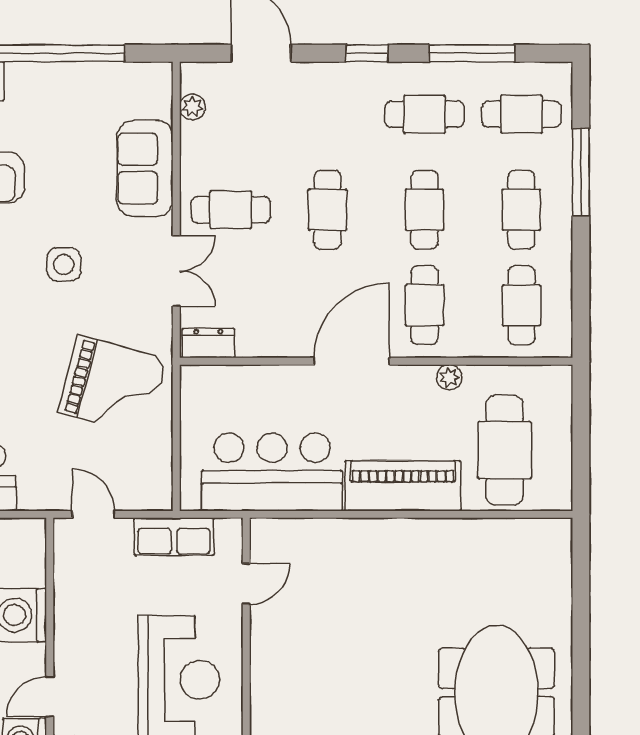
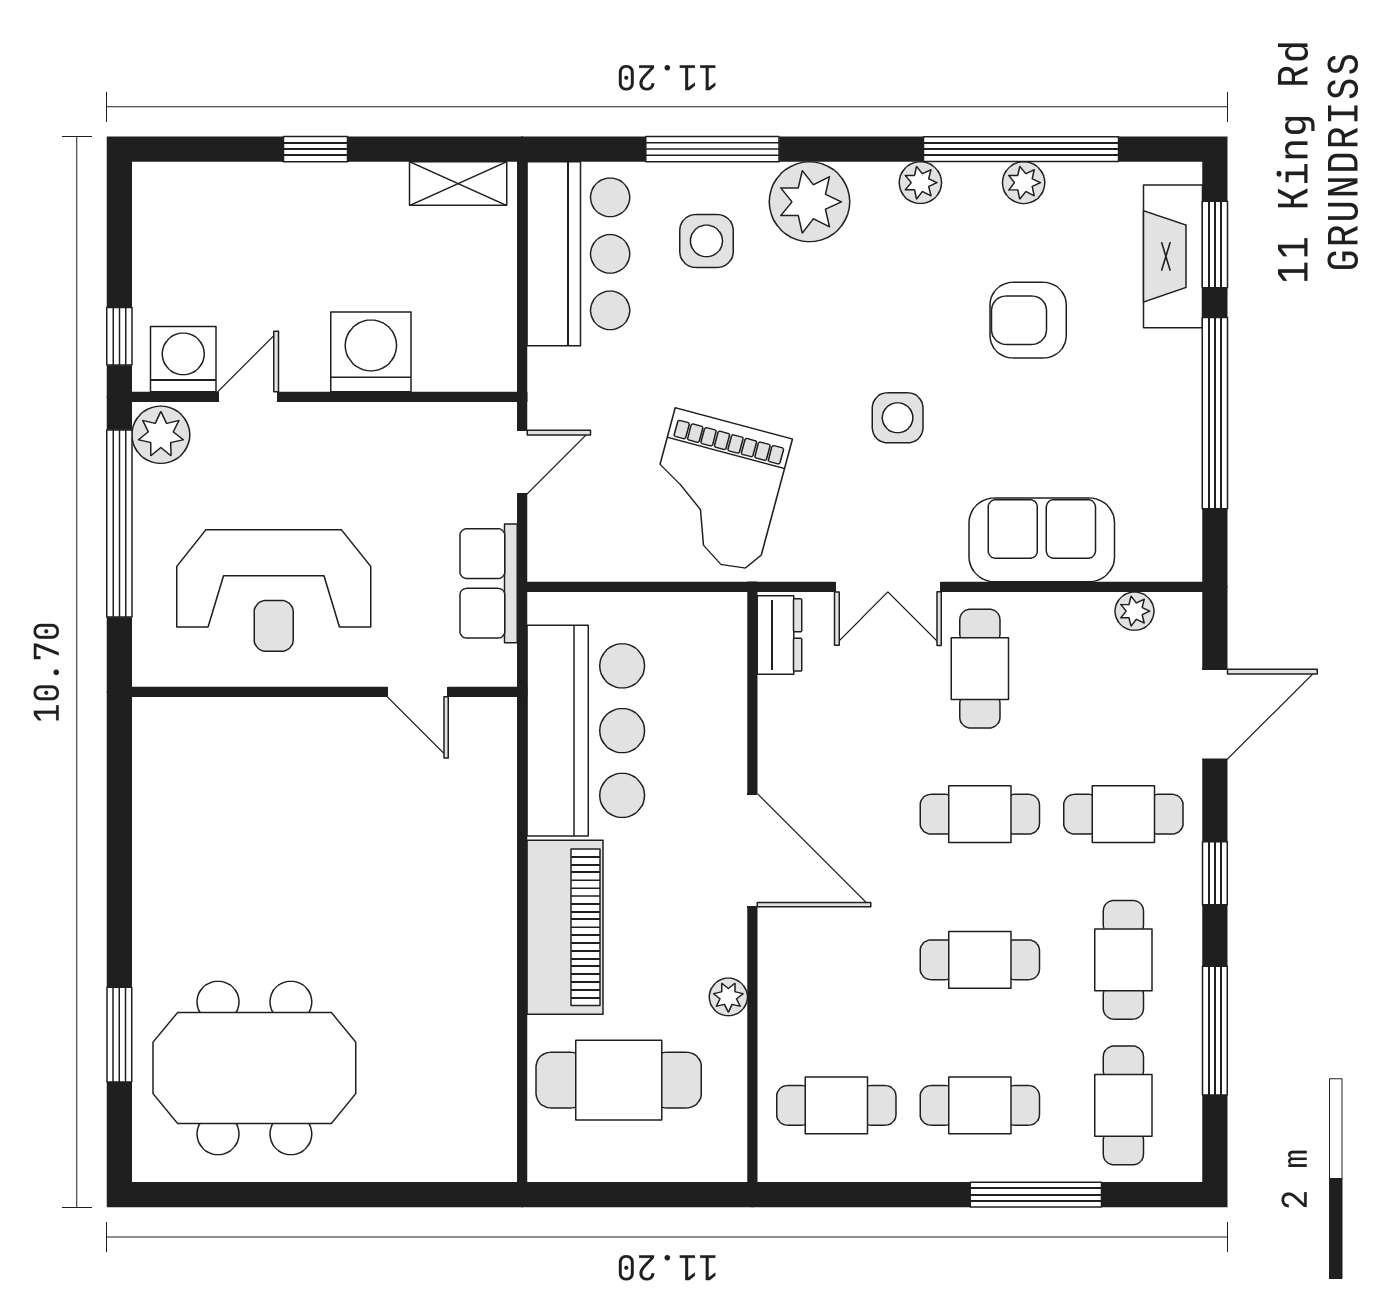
cafe table: (425, 305) -> (1123, 814), moved
door: (50, 697) -> (248, 397), hinge flipped

